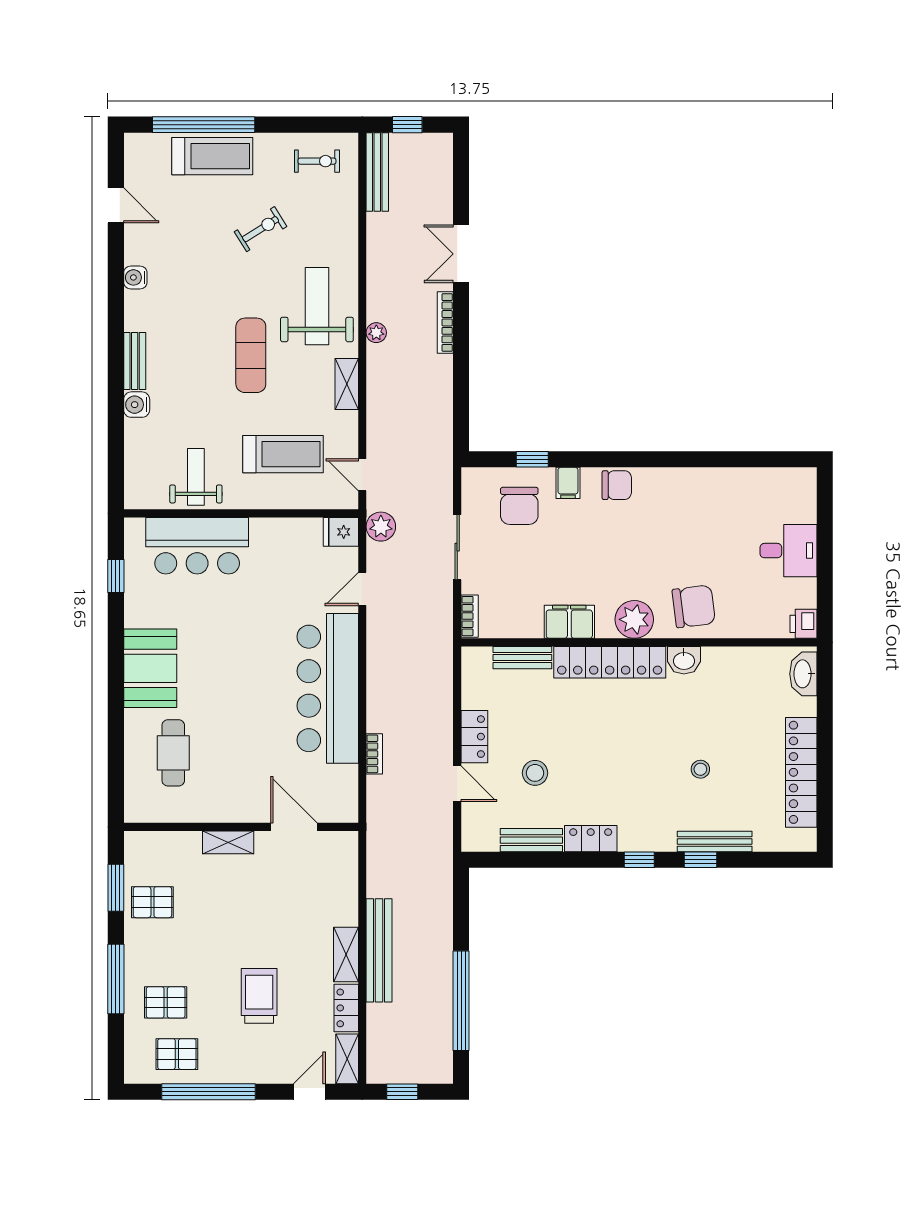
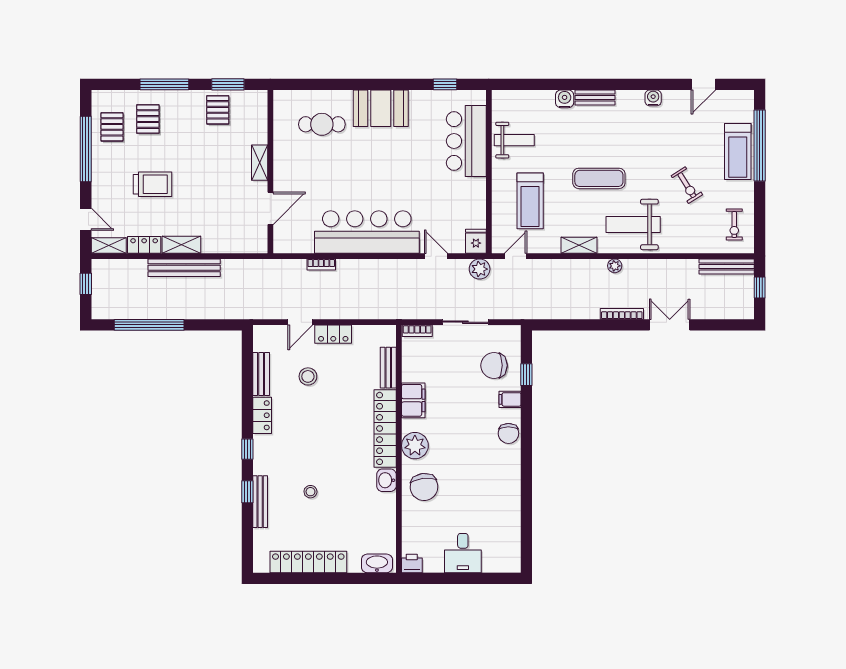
weight bench: (317, 306) -> (633, 224), turned 180

